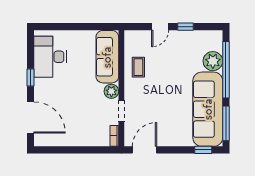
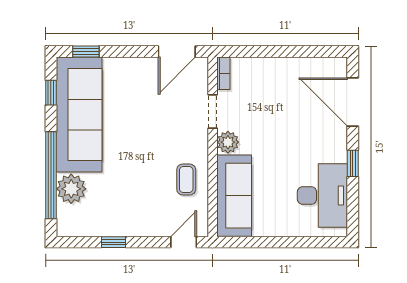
door: (160, 27) -> (184, 242), moved
window: (226, 123) -> (51, 93), width x0.46

